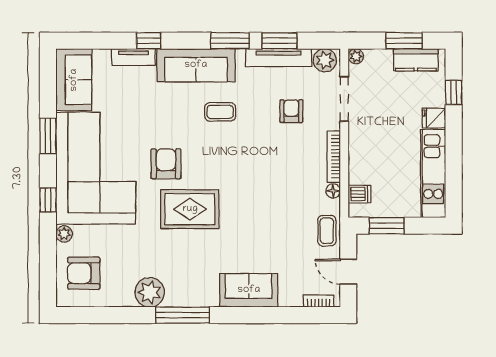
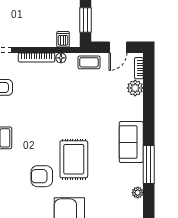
sofa: (249, 290) -> (131, 142), moved
plant: (150, 292) -> (138, 193), width x0.53, depth x0.53
plant: (291, 296) -> (135, 88), added

